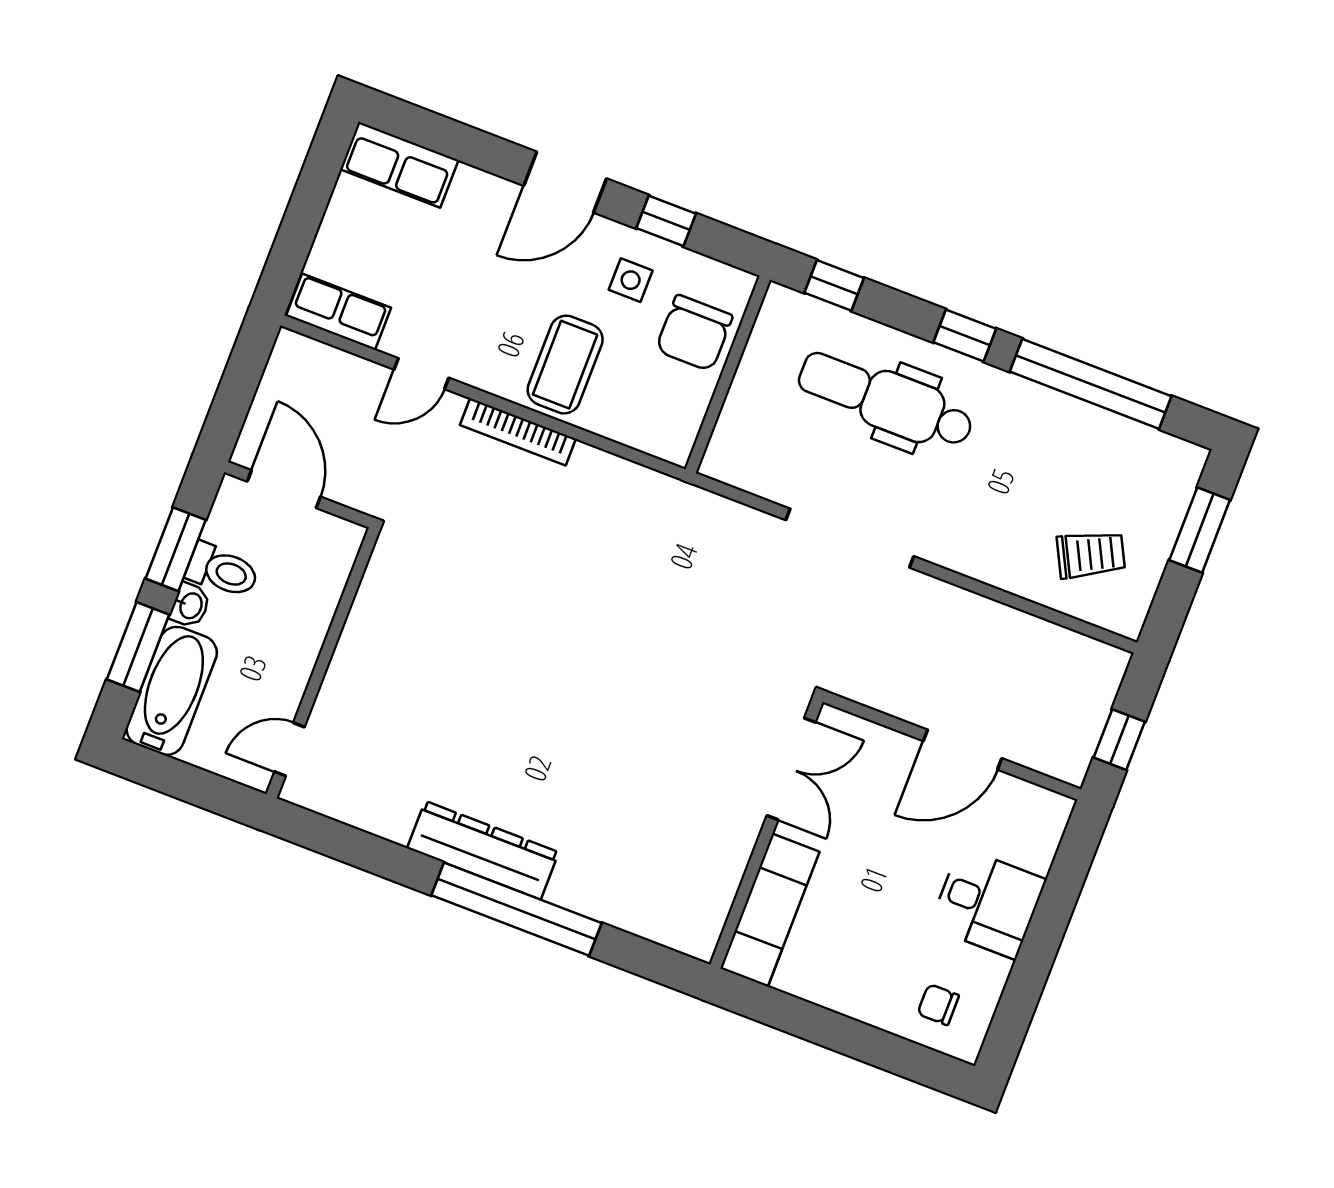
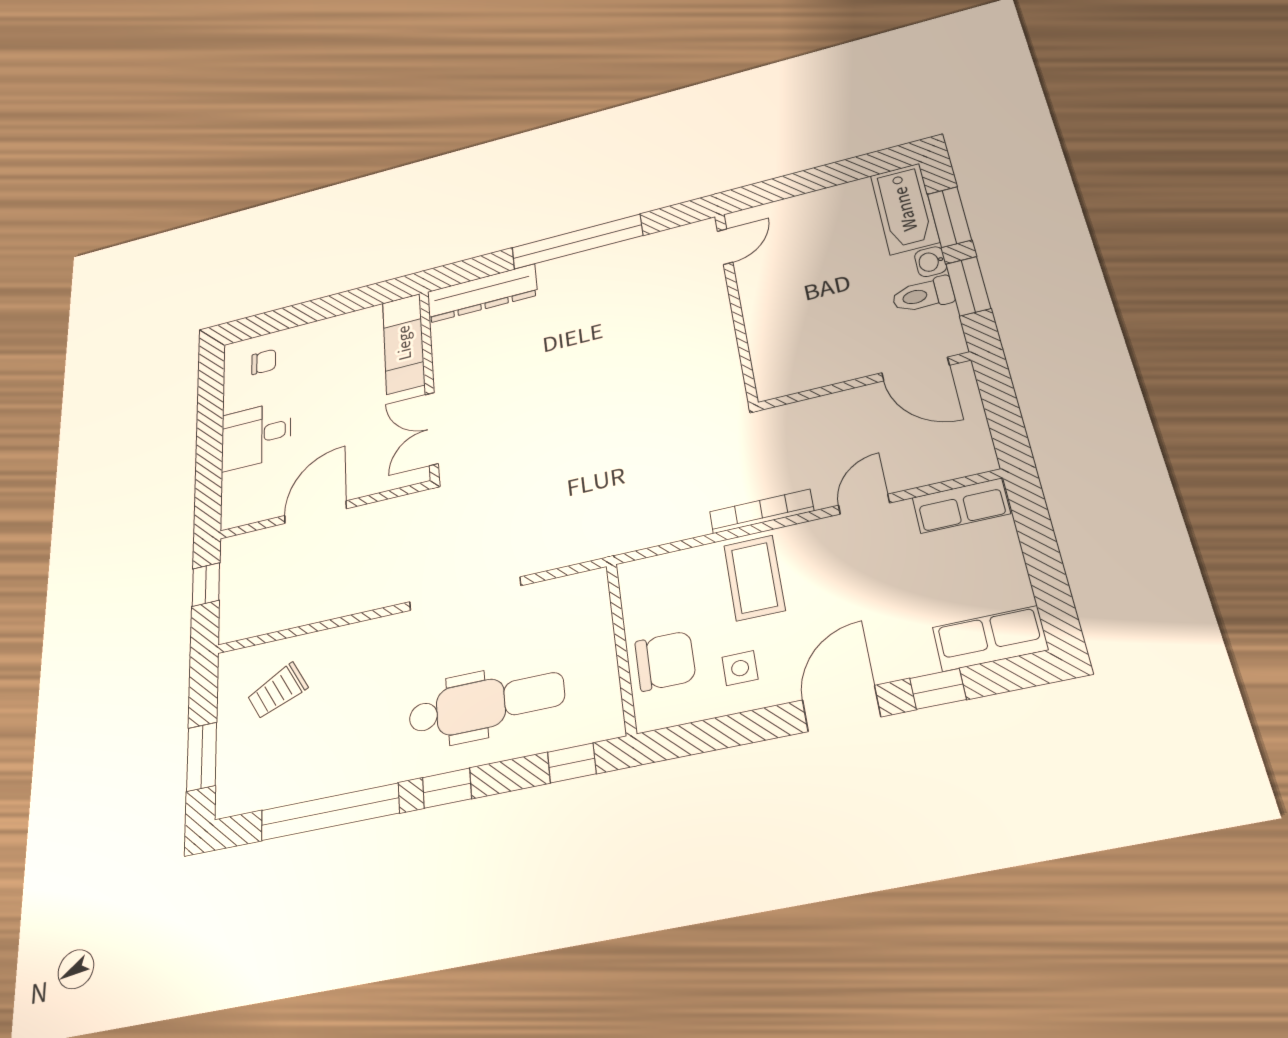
window: (666, 221) -> (938, 689), moved
chair: (694, 333) -> (665, 661), turned 90
wall: (323, 663) -> (736, 306), moved
door: (289, 749) -> (725, 247), moved
dresser: (483, 850) -> (482, 293), moved

